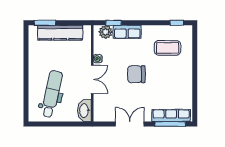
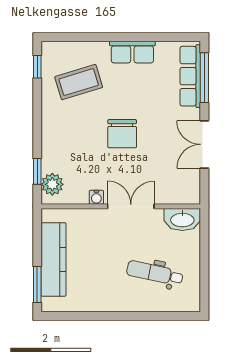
row of seats: (127, 32) -> (132, 52), moved, turned 90
coffee table: (168, 48) -> (79, 82), turned 73
dental chair: (52, 94) -> (155, 273), width x0.73, depth x0.72

